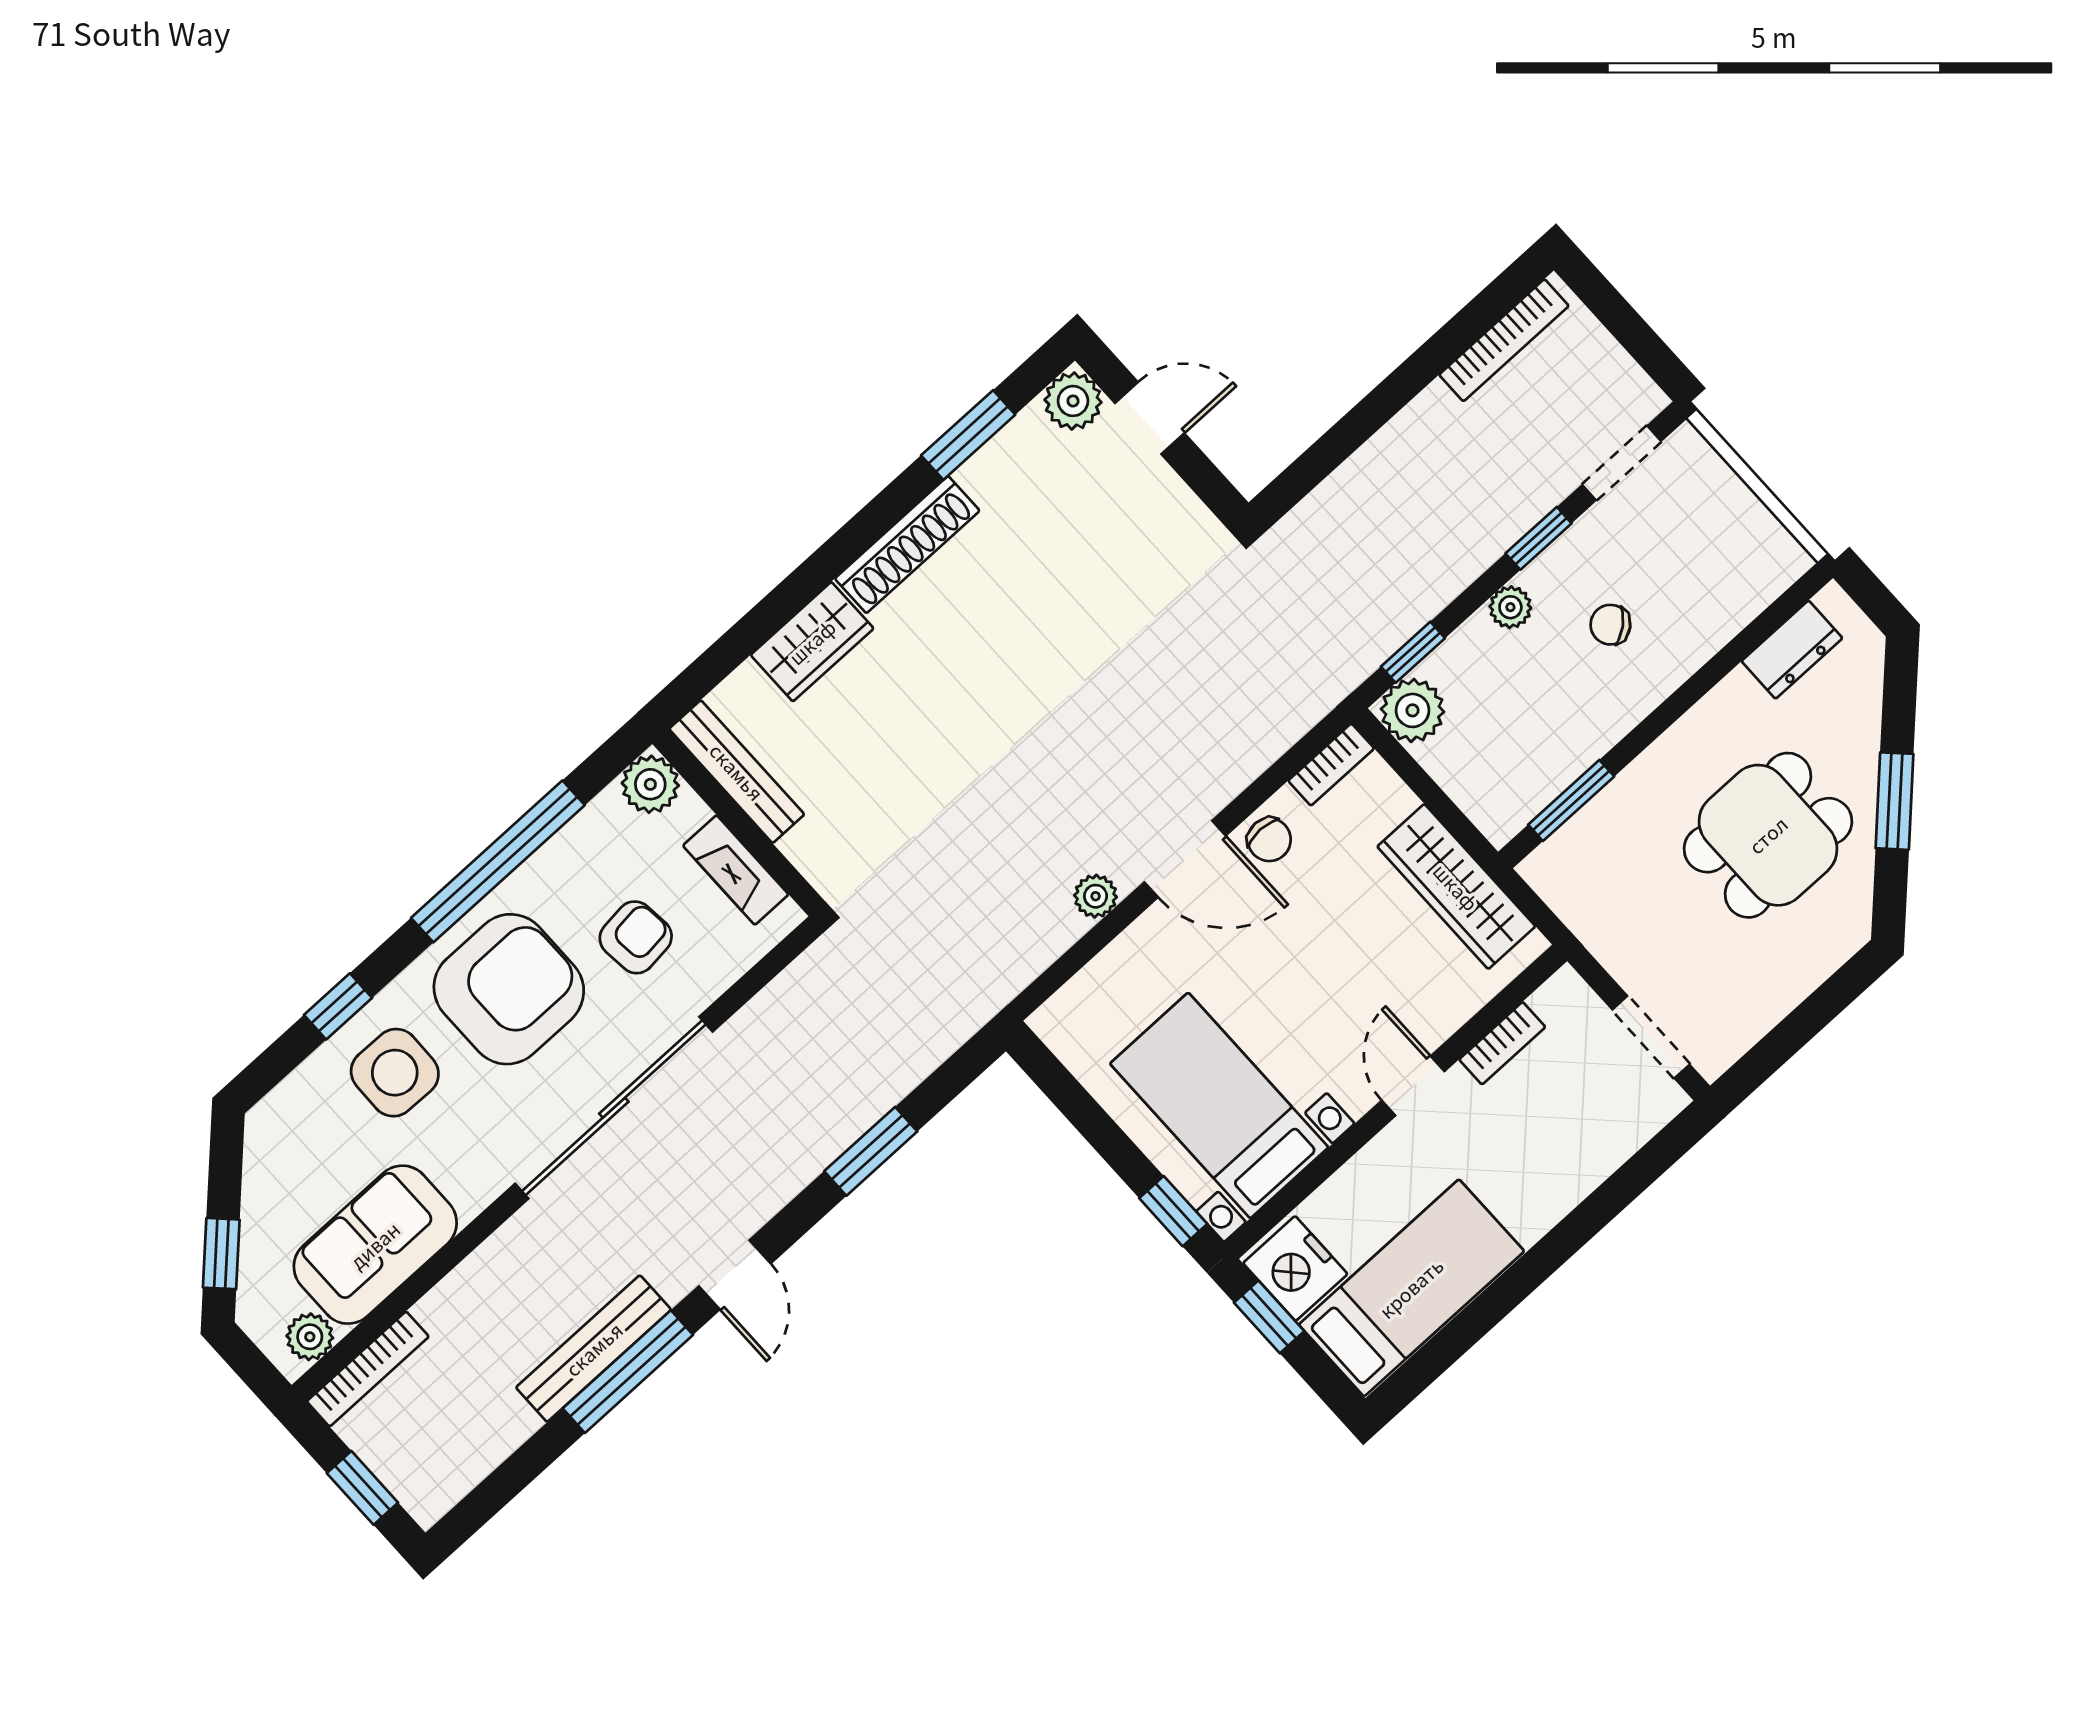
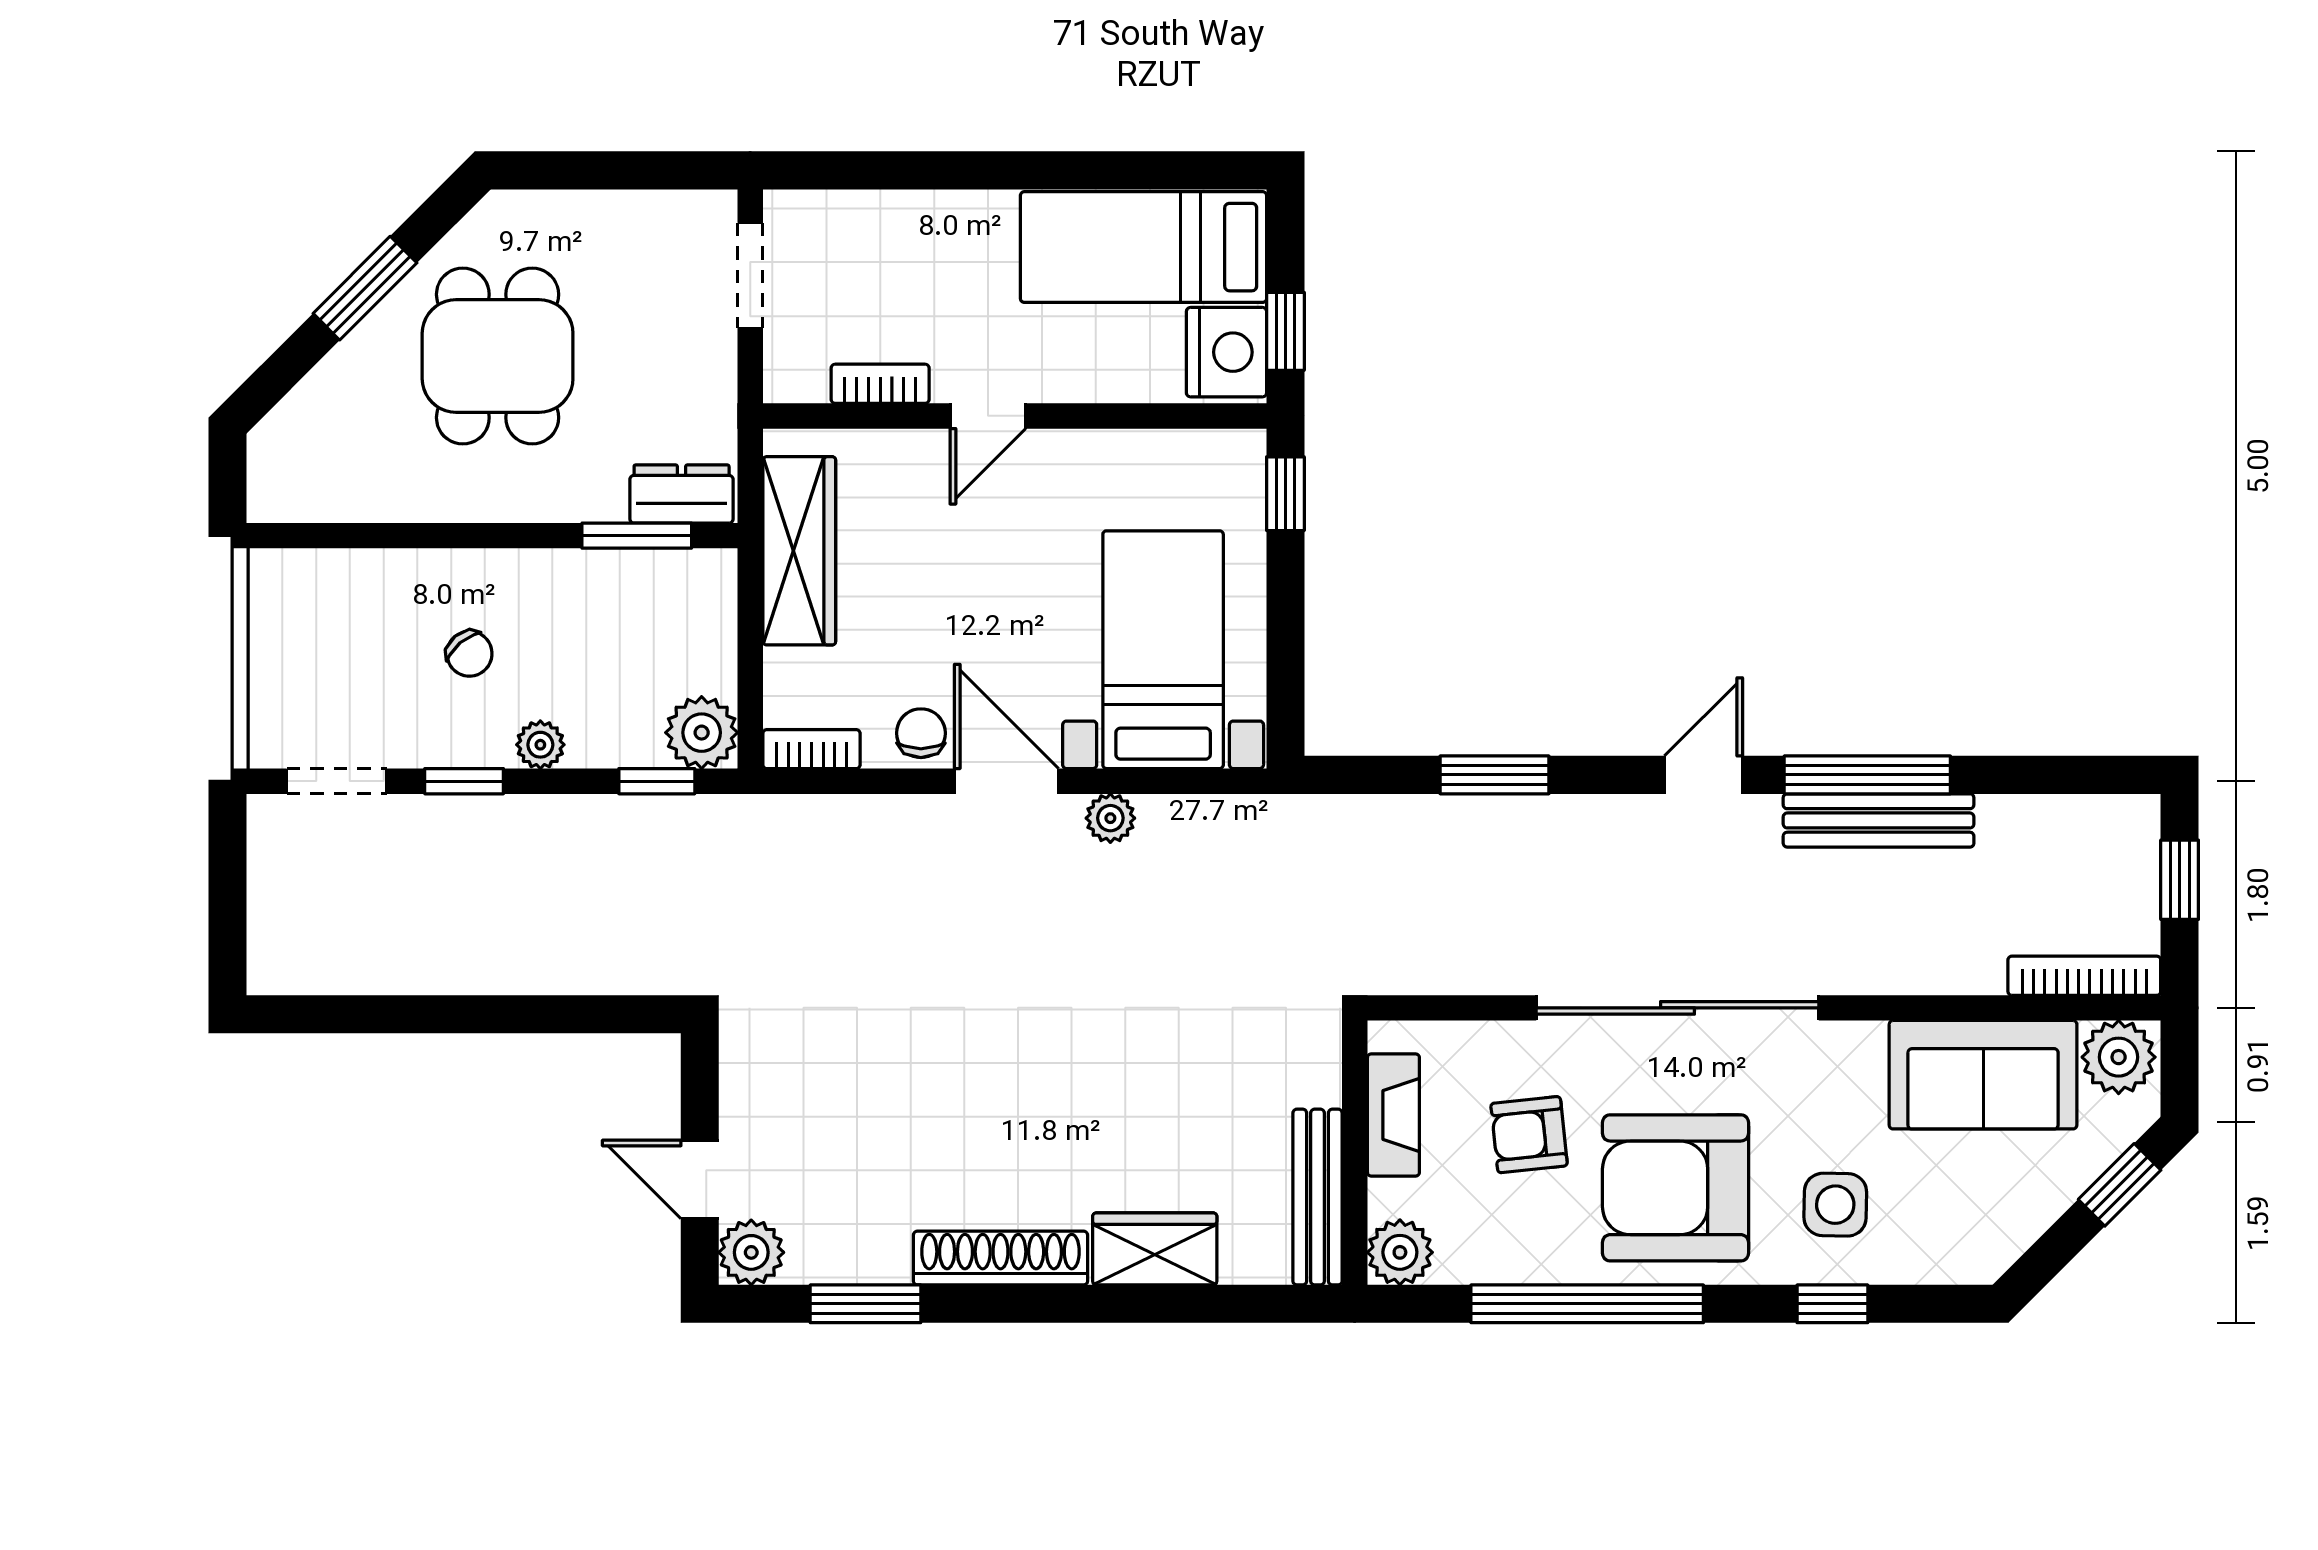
bookcase: (1504, 340) -> (342, 975), removed
dresser: (1792, 650) -> (682, 494), moved
dining table: (1768, 835) -> (498, 356), turned 90
side table: (395, 1073) -> (1835, 1205), width x0.73, depth x0.73
bed with nightstands: (1219, 1105) -> (1163, 650), moved, turned 180
plant: (310, 1337) -> (2119, 1057), width x1.38, depth x1.38

